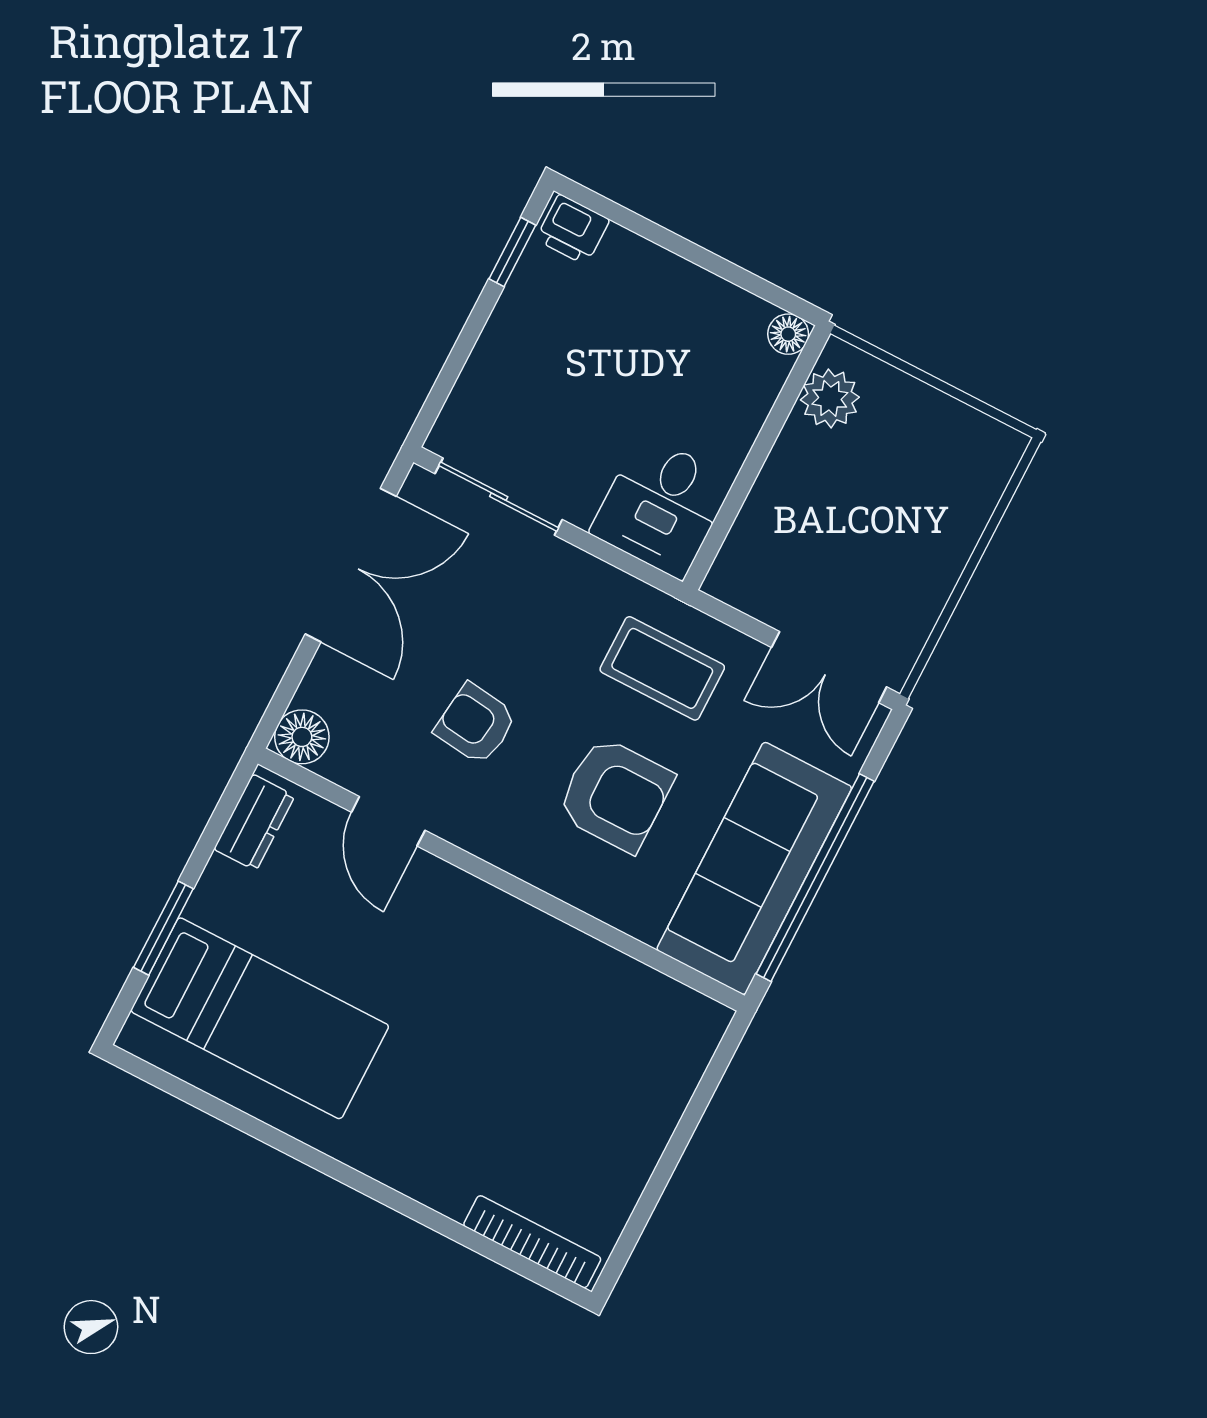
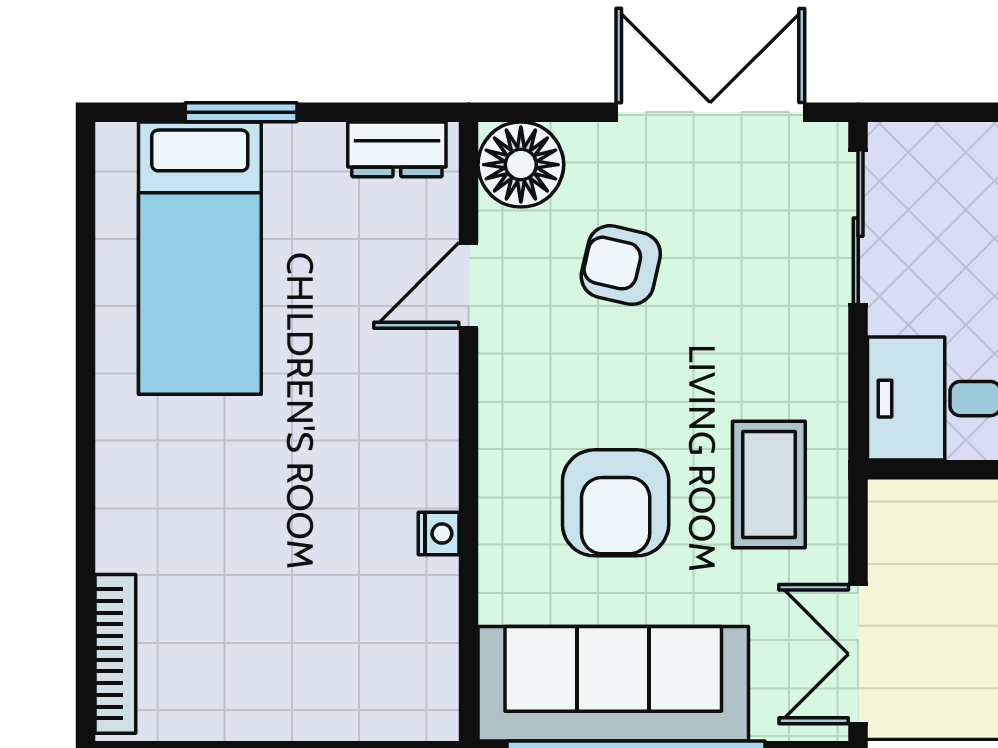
double door: (351, 565) -> (710, 112), swing flipped
armchair: (476, 724) -> (621, 265), moved, turned -84
floor lamp: (302, 737) -> (521, 165), width x1.38, depth x1.38
nightstand: (568, 943) -> (439, 533), added

